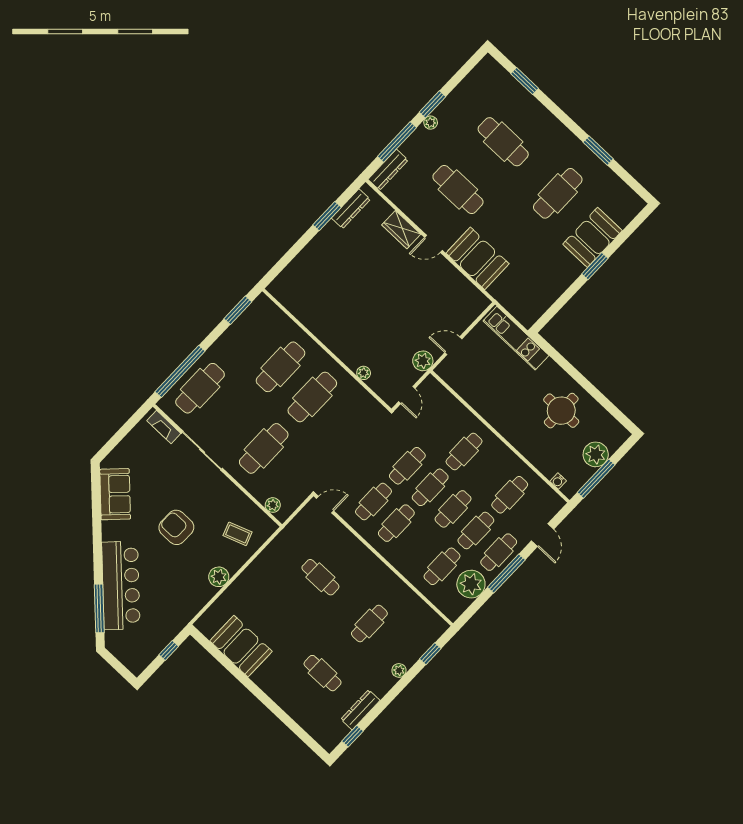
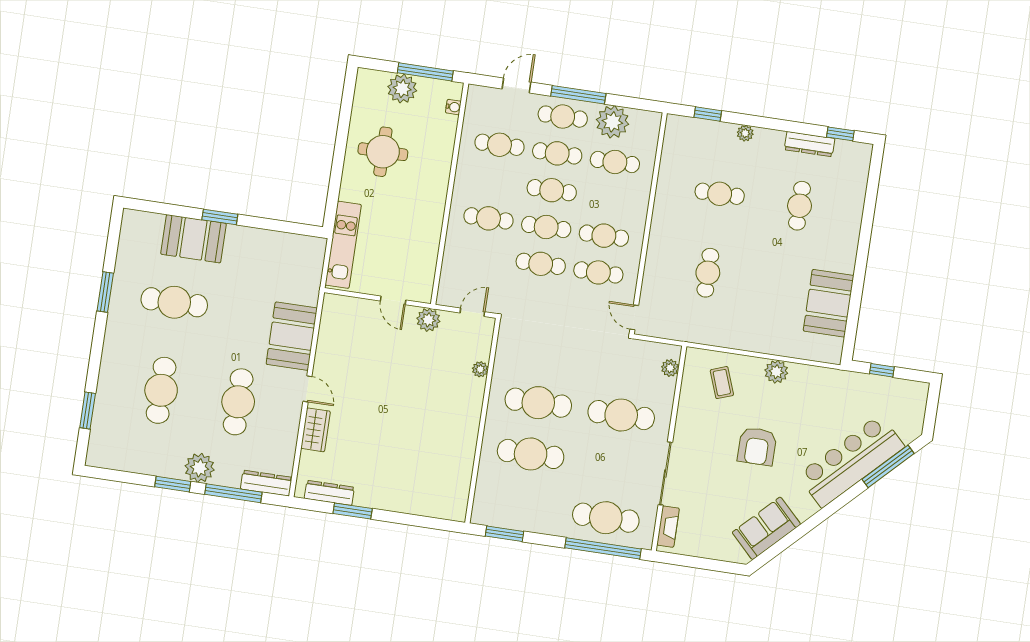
plant: (431, 123) -> (200, 468), width x1.88, depth x1.88

